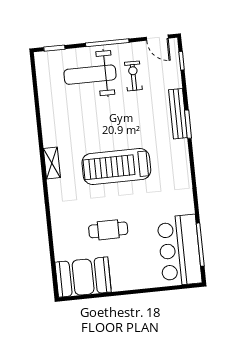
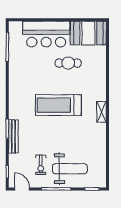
treadmill: (116, 167) -> (58, 105), turned 180
bar counter: (179, 250) -> (46, 34), moved, turned 90

